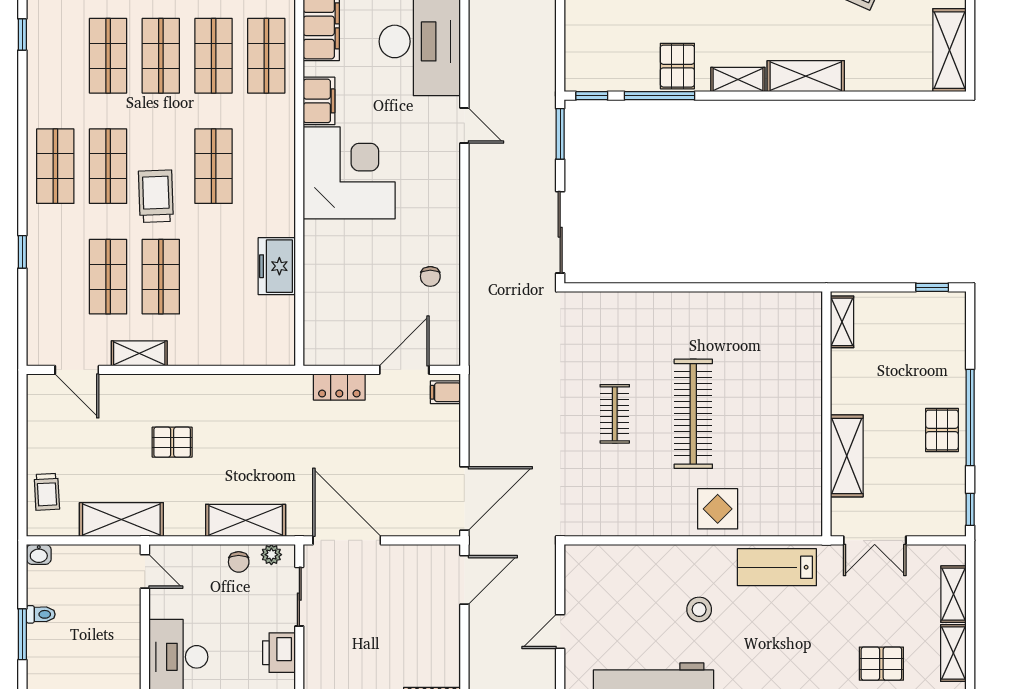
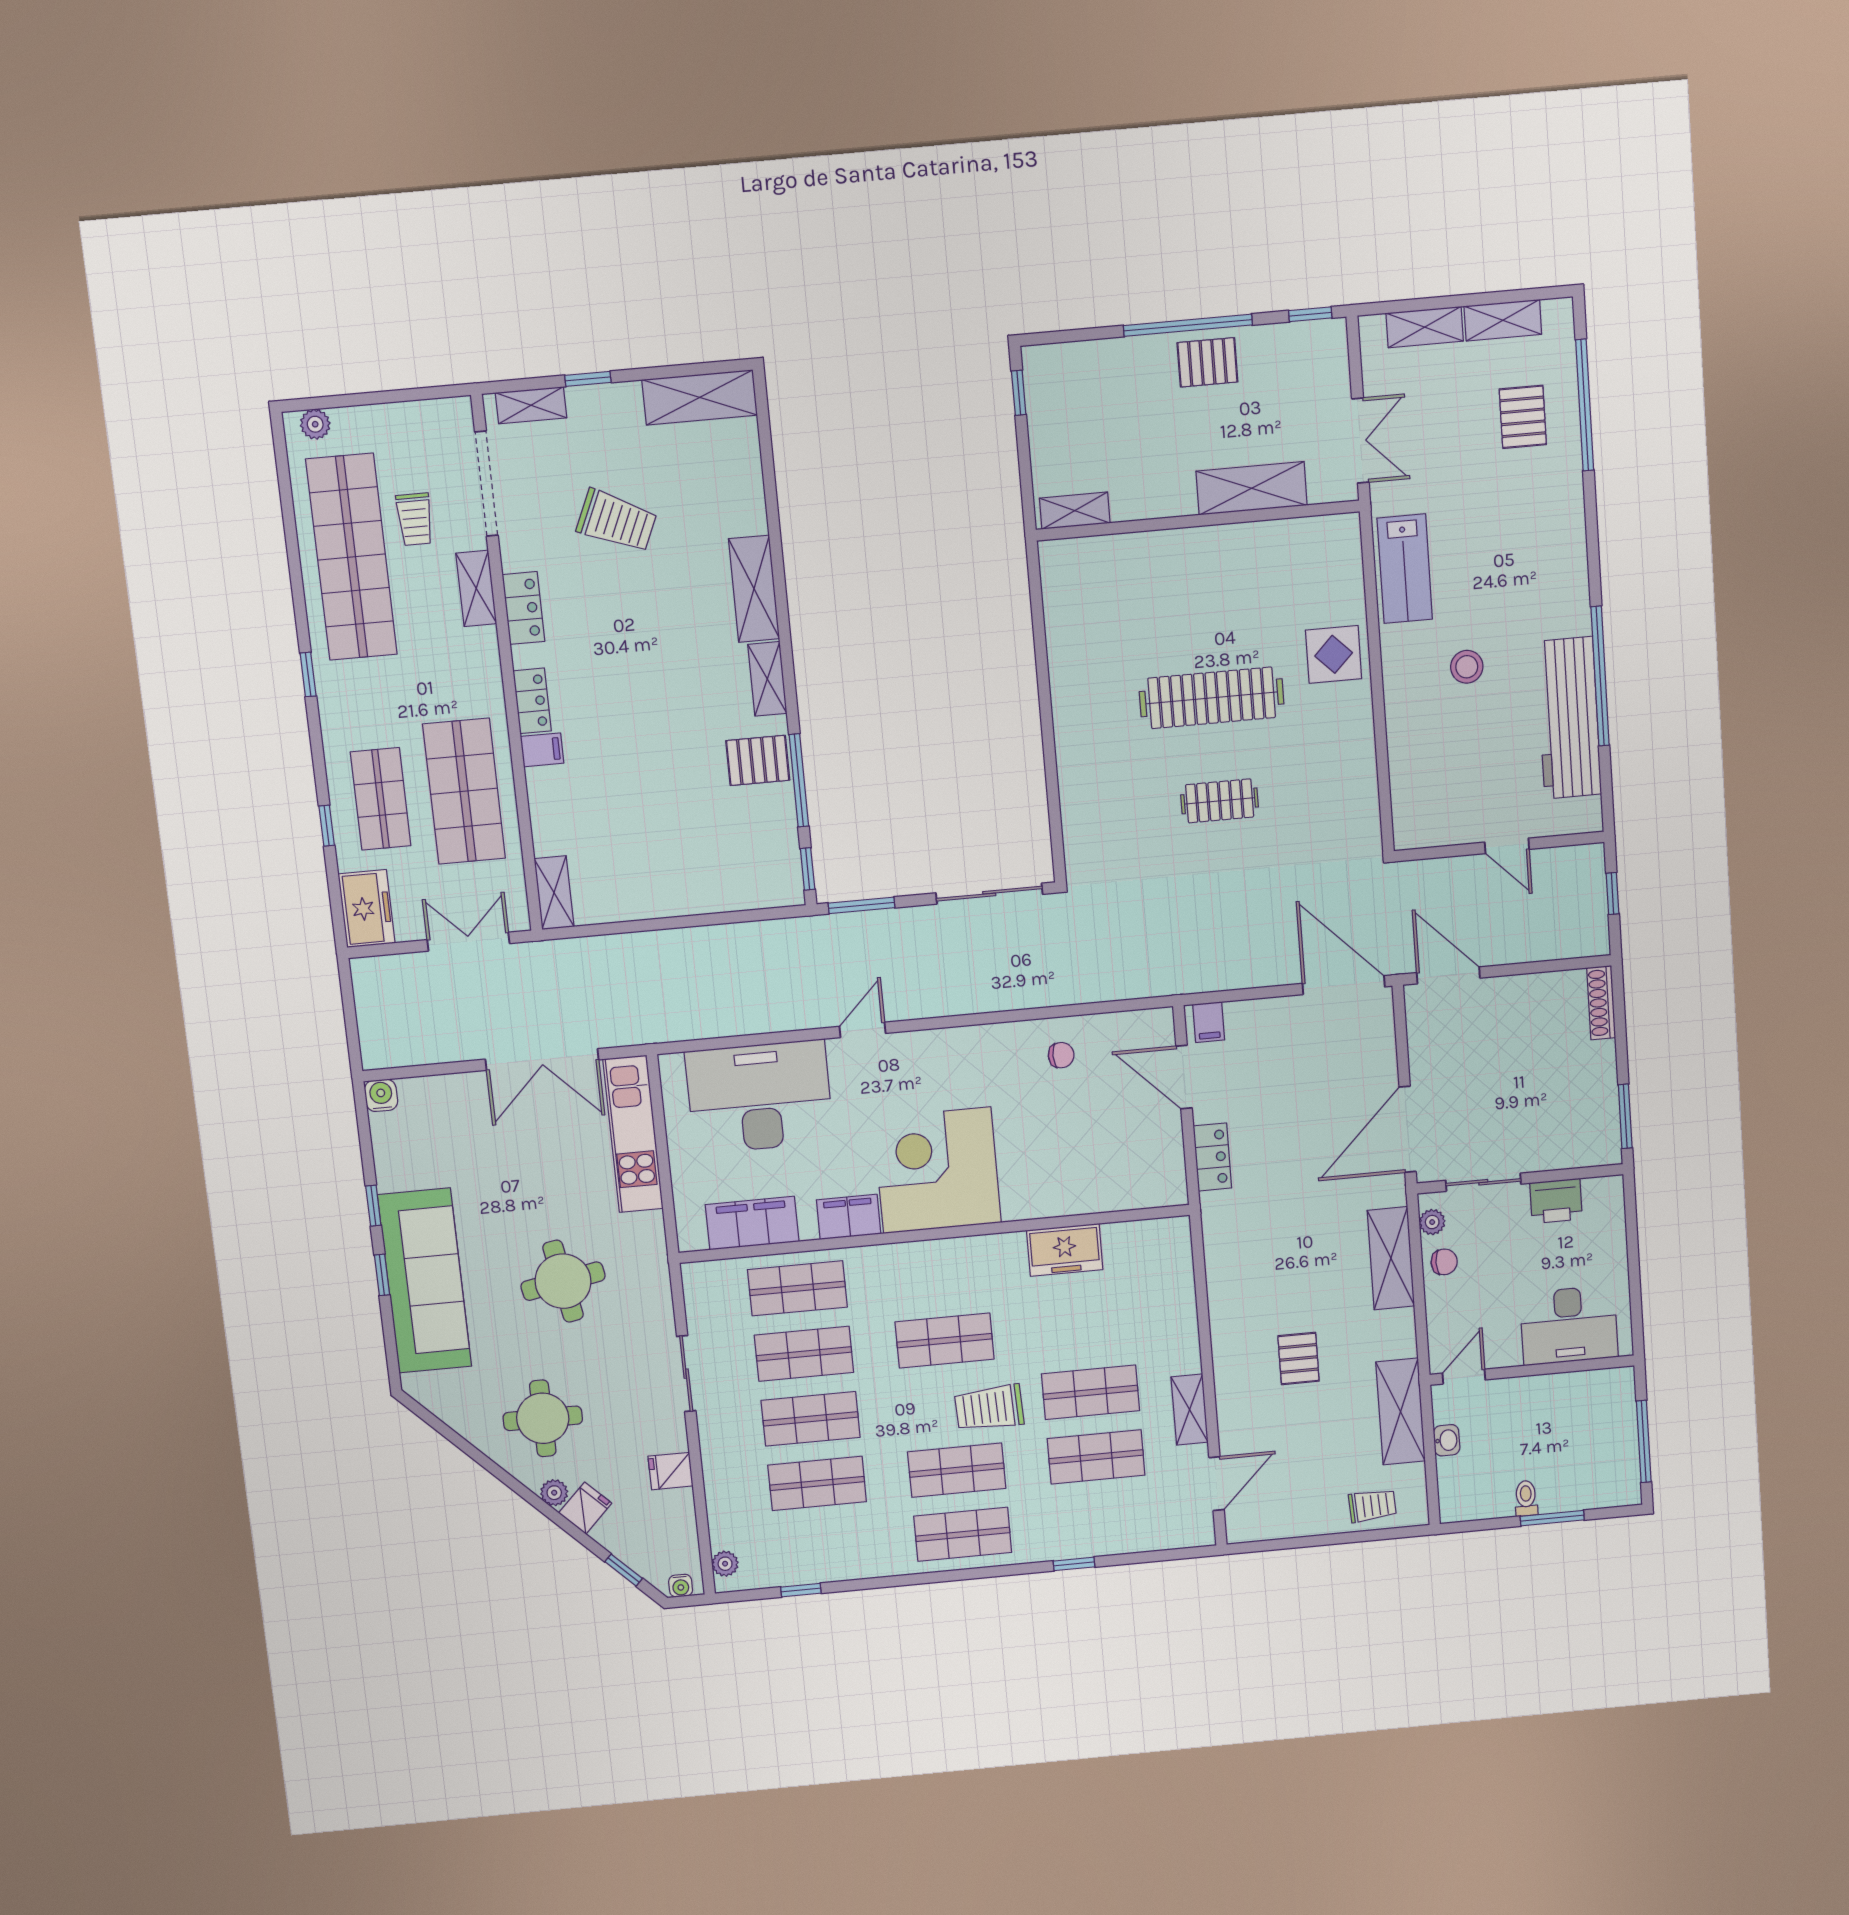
washbasin: (39, 554) -> (1447, 1440), moved

